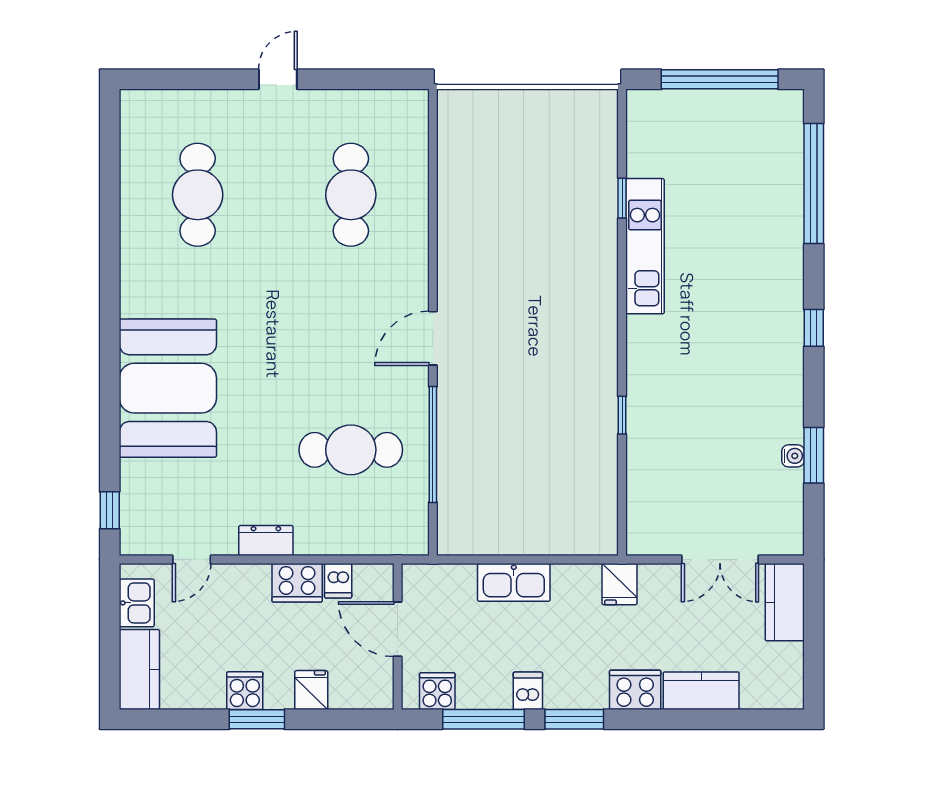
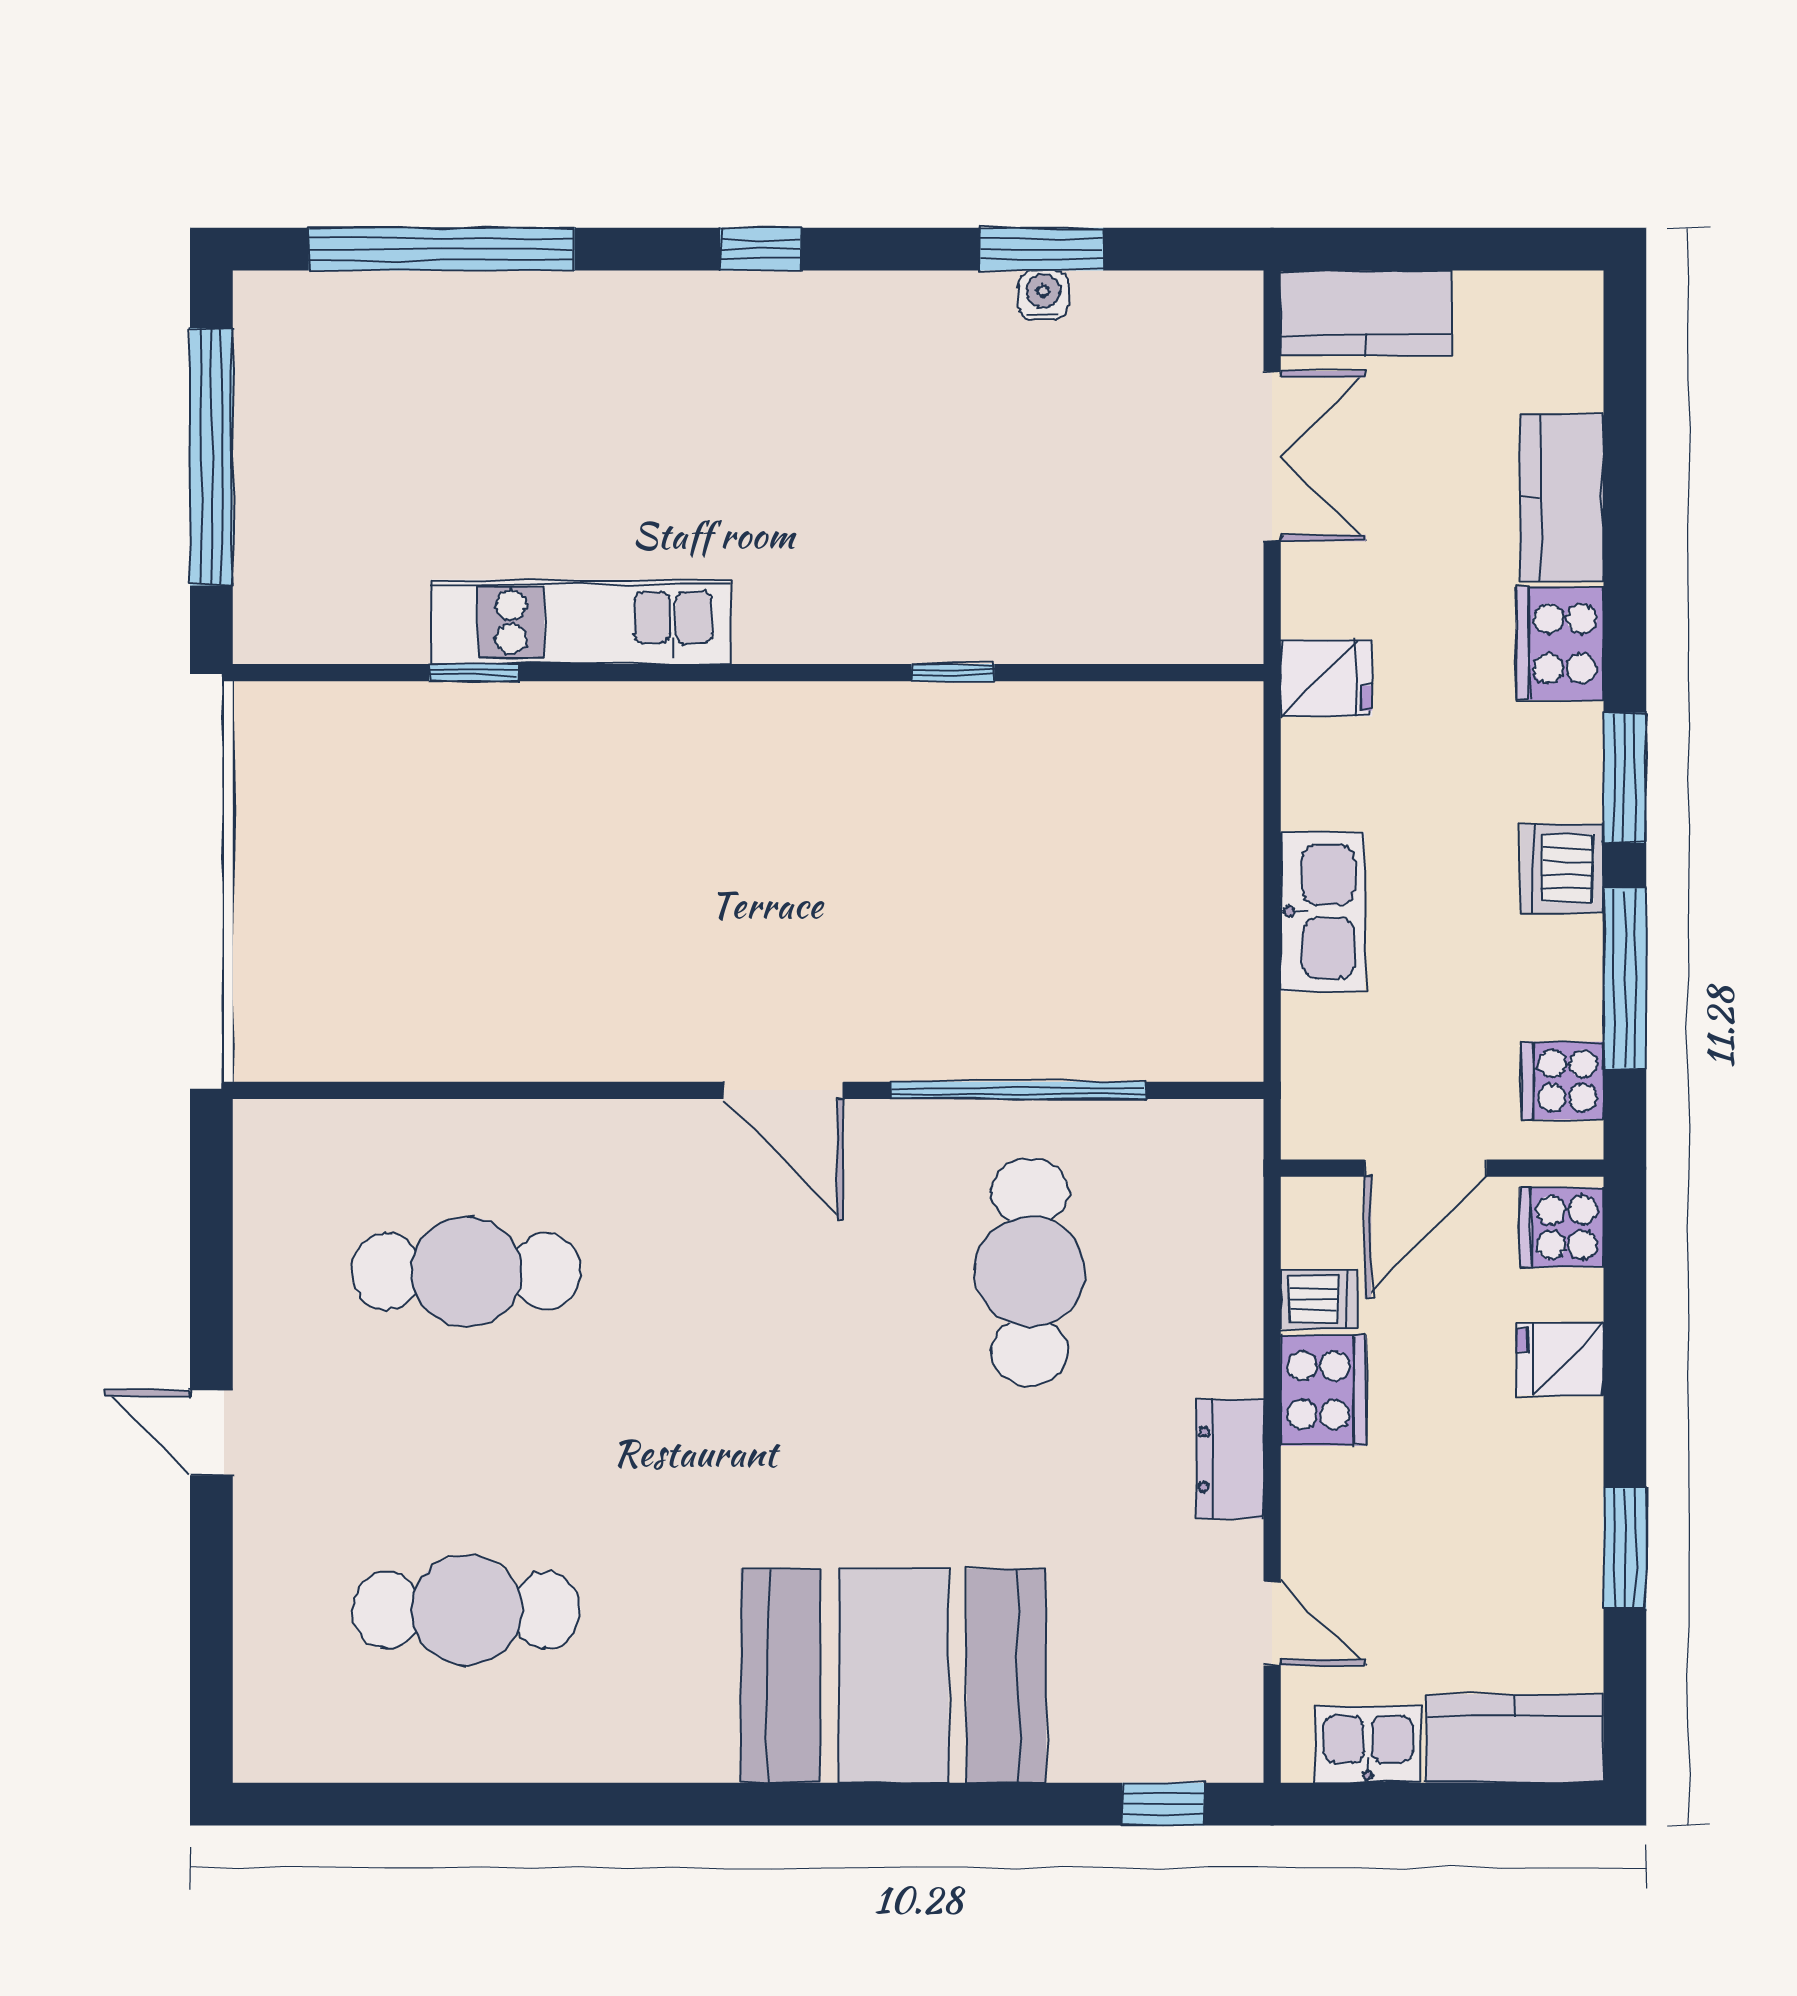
cooker: (245, 691) -> (1562, 1227), moved
dishwasher: (528, 691) -> (1562, 868), width x1.38
window: (257, 719) -> (1625, 1548), moved

